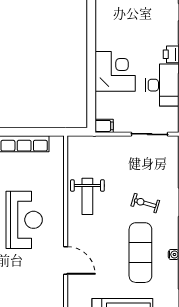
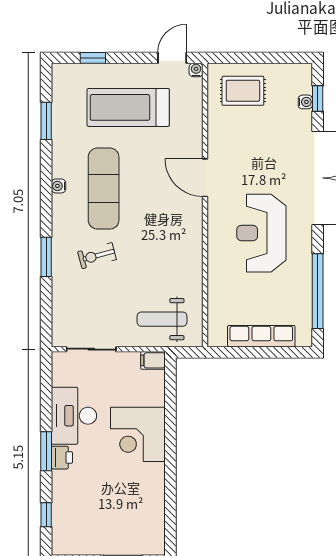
weight bench: (87, 196) -> (162, 319), moved, turned -90
exercise bike: (145, 203) -> (97, 256), turned 149

